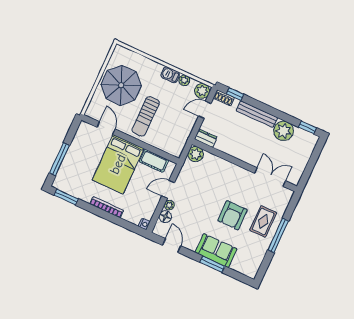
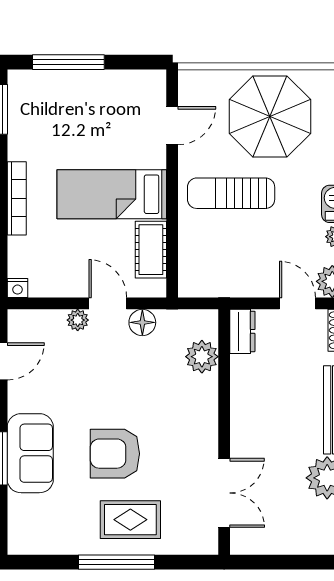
plant: (196, 154) -> (202, 357), moved
bed: (118, 164) -> (112, 194), width x0.67
floor lamp: (165, 217) -> (142, 322), moved

